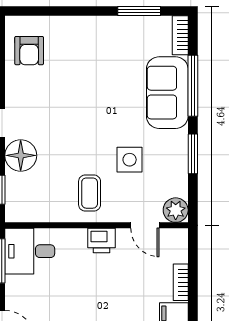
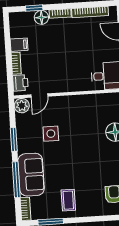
coffee table: (90, 193) -> (68, 200), moved
door: (145, 225) -> (39, 96), swing flipped
printer: (102, 240) -> (20, 83), moved, turned 90

